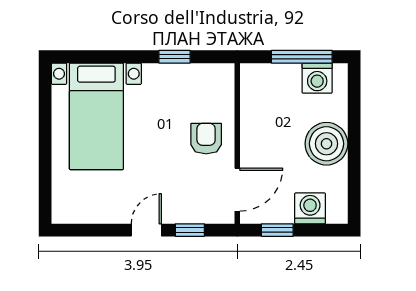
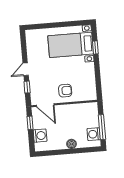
window: (175, 57) -> (95, 47), moved
boiler: (326, 144) -> (71, 144), width x0.54, depth x0.54
door: (146, 230) -> (26, 69), swing flipped

